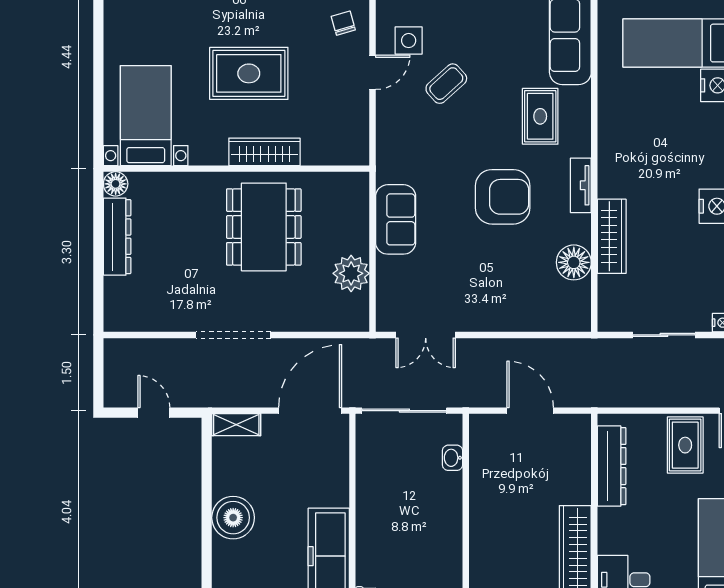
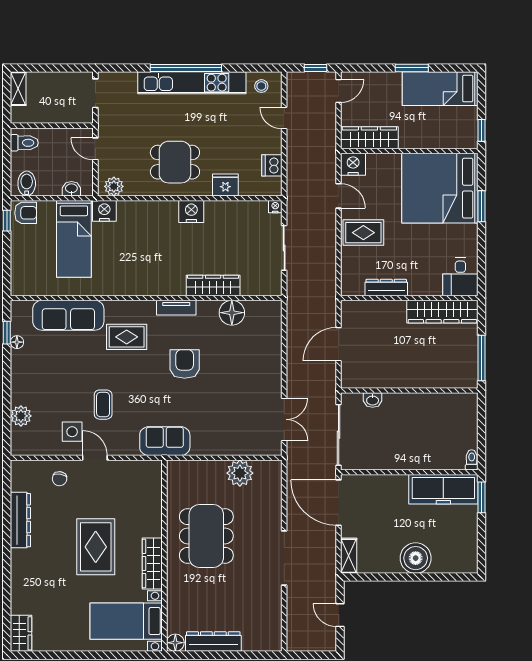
chair: (343, 23) -> (60, 479), turned -66
coffee table: (446, 84) -> (103, 405), turned 42
wardrobe: (264, 152) -> (152, 563), moved
armchair: (503, 197) -> (185, 364), width x0.73, depth x0.73
sofa: (396, 219) -> (165, 441), moved
dining table: (264, 227) -> (206, 536), turned 90
door: (154, 413) -> (340, 615), hinge flipped
dresser: (612, 466) -> (386, 288), width x0.73, depth x0.80

